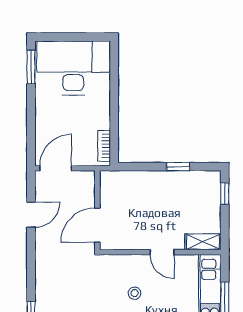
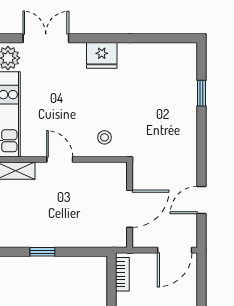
door: (97, 225) -> (130, 209), moved
stool: (135, 293) -> (104, 137), moved

